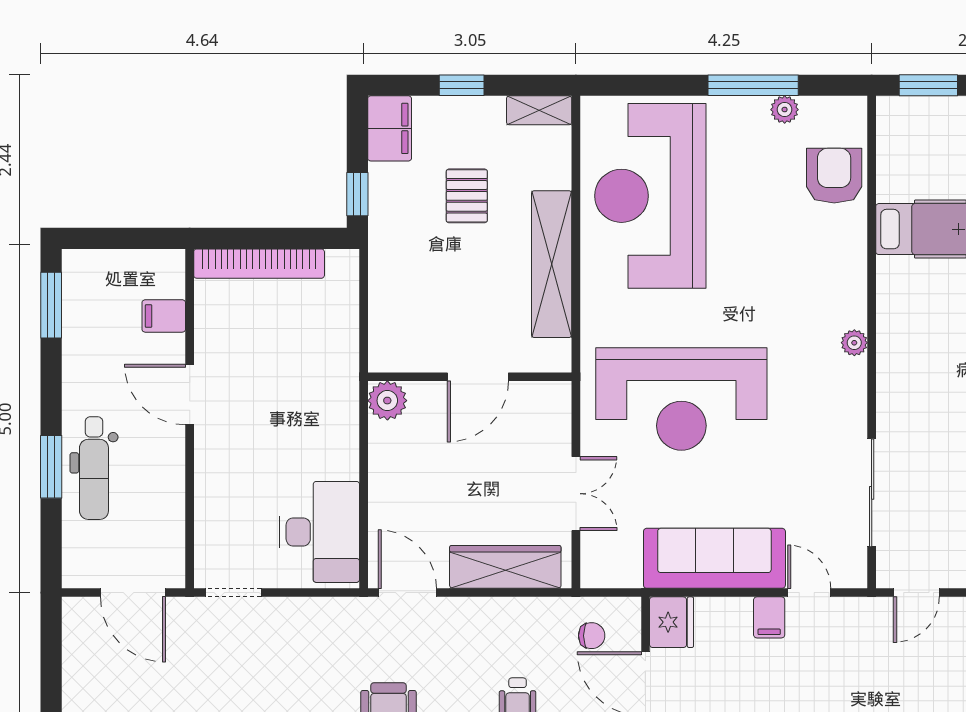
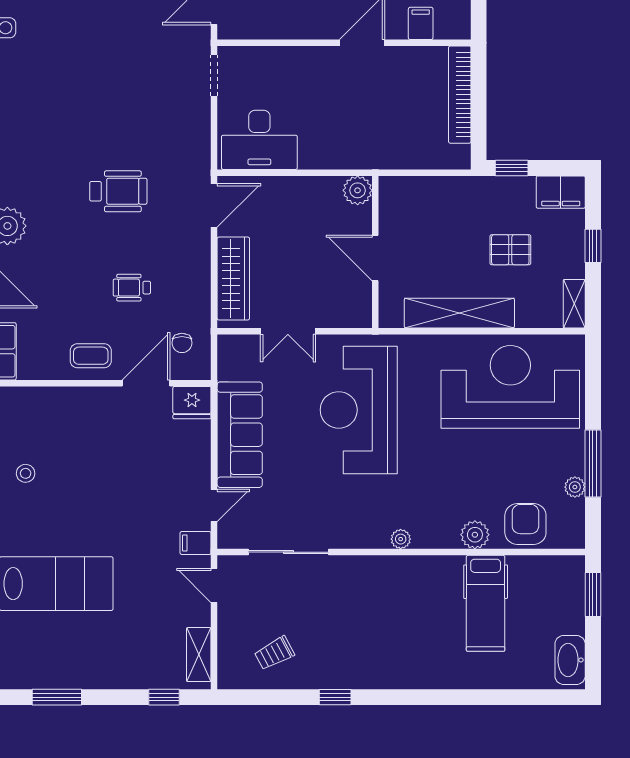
armchair: (834, 176) -> (525, 524), turned -90
plant: (848, 243) -> (475, 535), added
filing cabinet: (769, 617) -> (196, 543), moved

